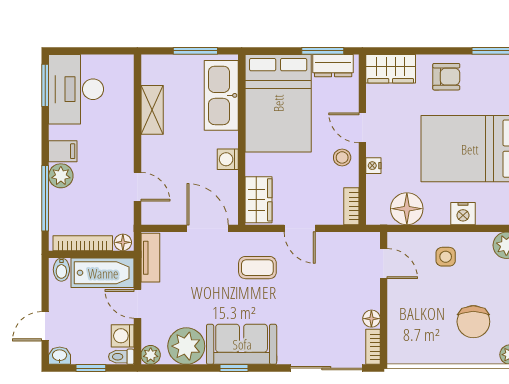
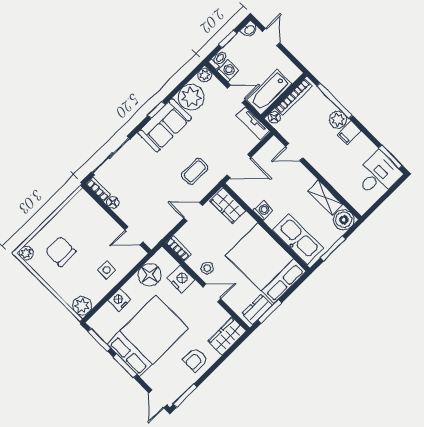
boiler: (156, 69) -> (344, 220), added
desk: (76, 89) -> (378, 175), width x0.73
nightstand: (373, 166) -> (181, 279), width x1.89, depth x1.79
bidet: (61, 270) -> (291, 73), removed

